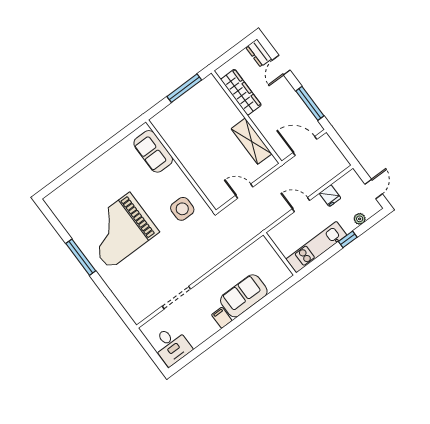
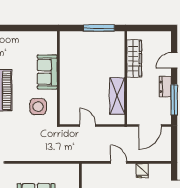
dresser: (259, 53) -> (165, 87), moved
door: (305, 146) -> (150, 126), swing flipped
sofa: (153, 151) -> (47, 72), moved

